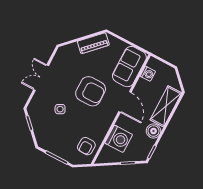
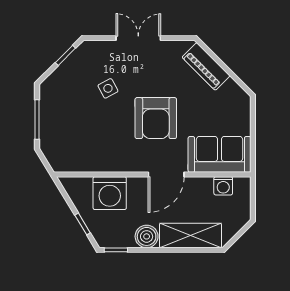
piano: (93, 43) -> (206, 66), moved
armchair: (86, 146) -> (75, 153), removed

